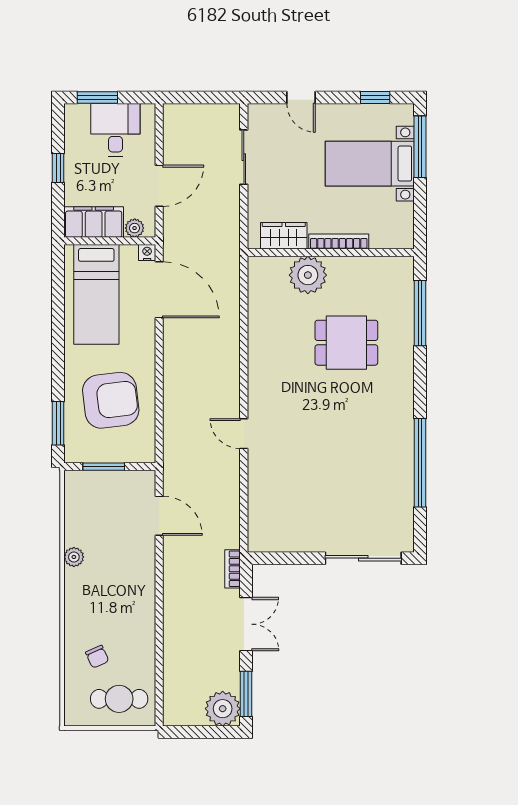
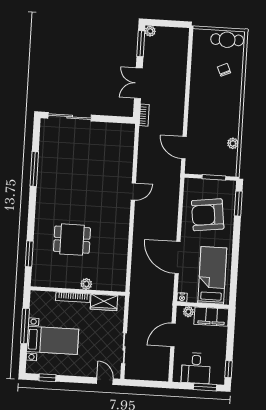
door: (301, 98) -> (105, 381), moved
window: (420, 147) -> (25, 326), moved
window: (58, 168) -> (228, 369), moved
plant: (308, 275) -> (86, 284), width x0.53, depth x0.53
door: (159, 290) -> (178, 258), moved
window: (420, 313) -> (29, 254), width x0.69
door: (244, 434) -> (133, 191), hinge flipped
window: (420, 463) -> (34, 169), width x0.68
plant: (74, 557) -> (233, 143), moved
cafe table: (119, 699) -> (227, 40), moved
plant: (223, 709) -> (150, 31), width x0.53, depth x0.53

